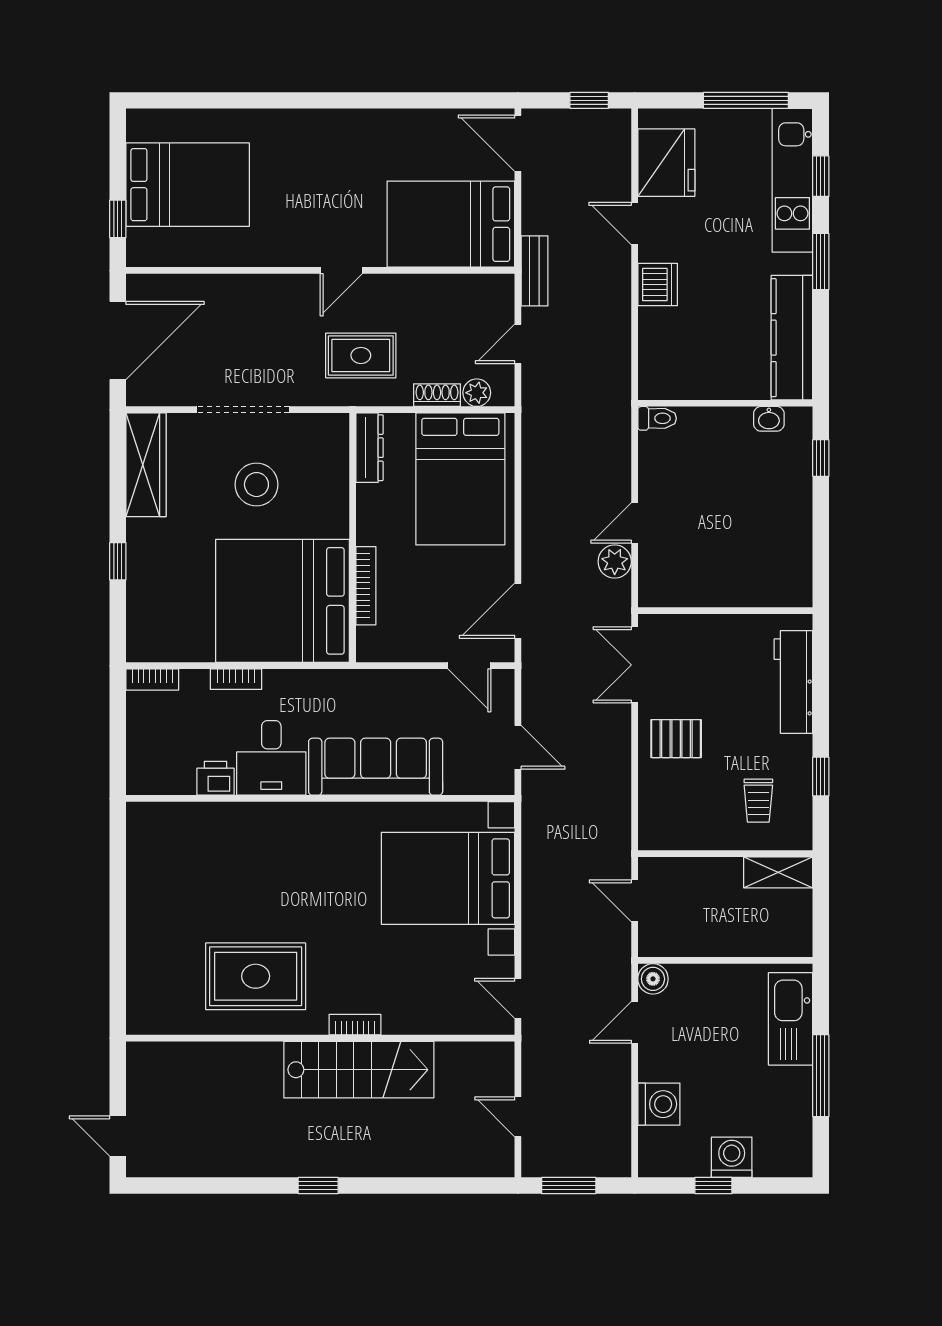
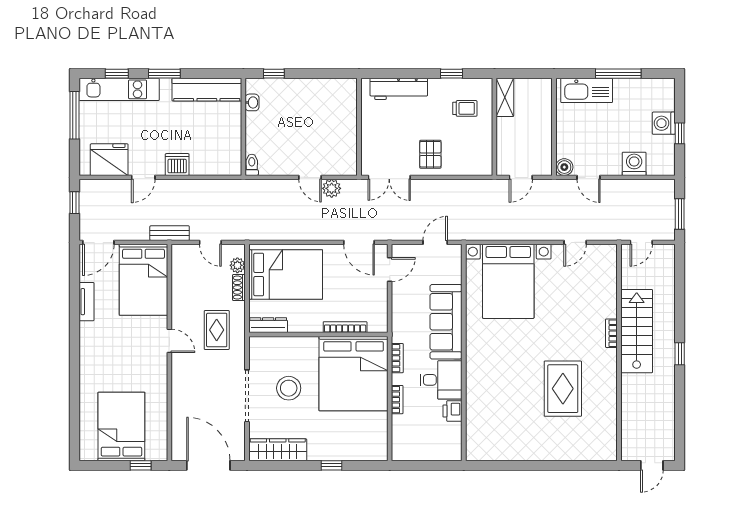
tv unit: (412, 122) -> (86, 302), added
bookcase: (152, 679) -> (397, 358), moved
bookcase: (355, 1025) -> (611, 333), moved
wall: (320, 1038) -> (619, 353), moved
stairs: (359, 1070) -> (637, 331), moved

